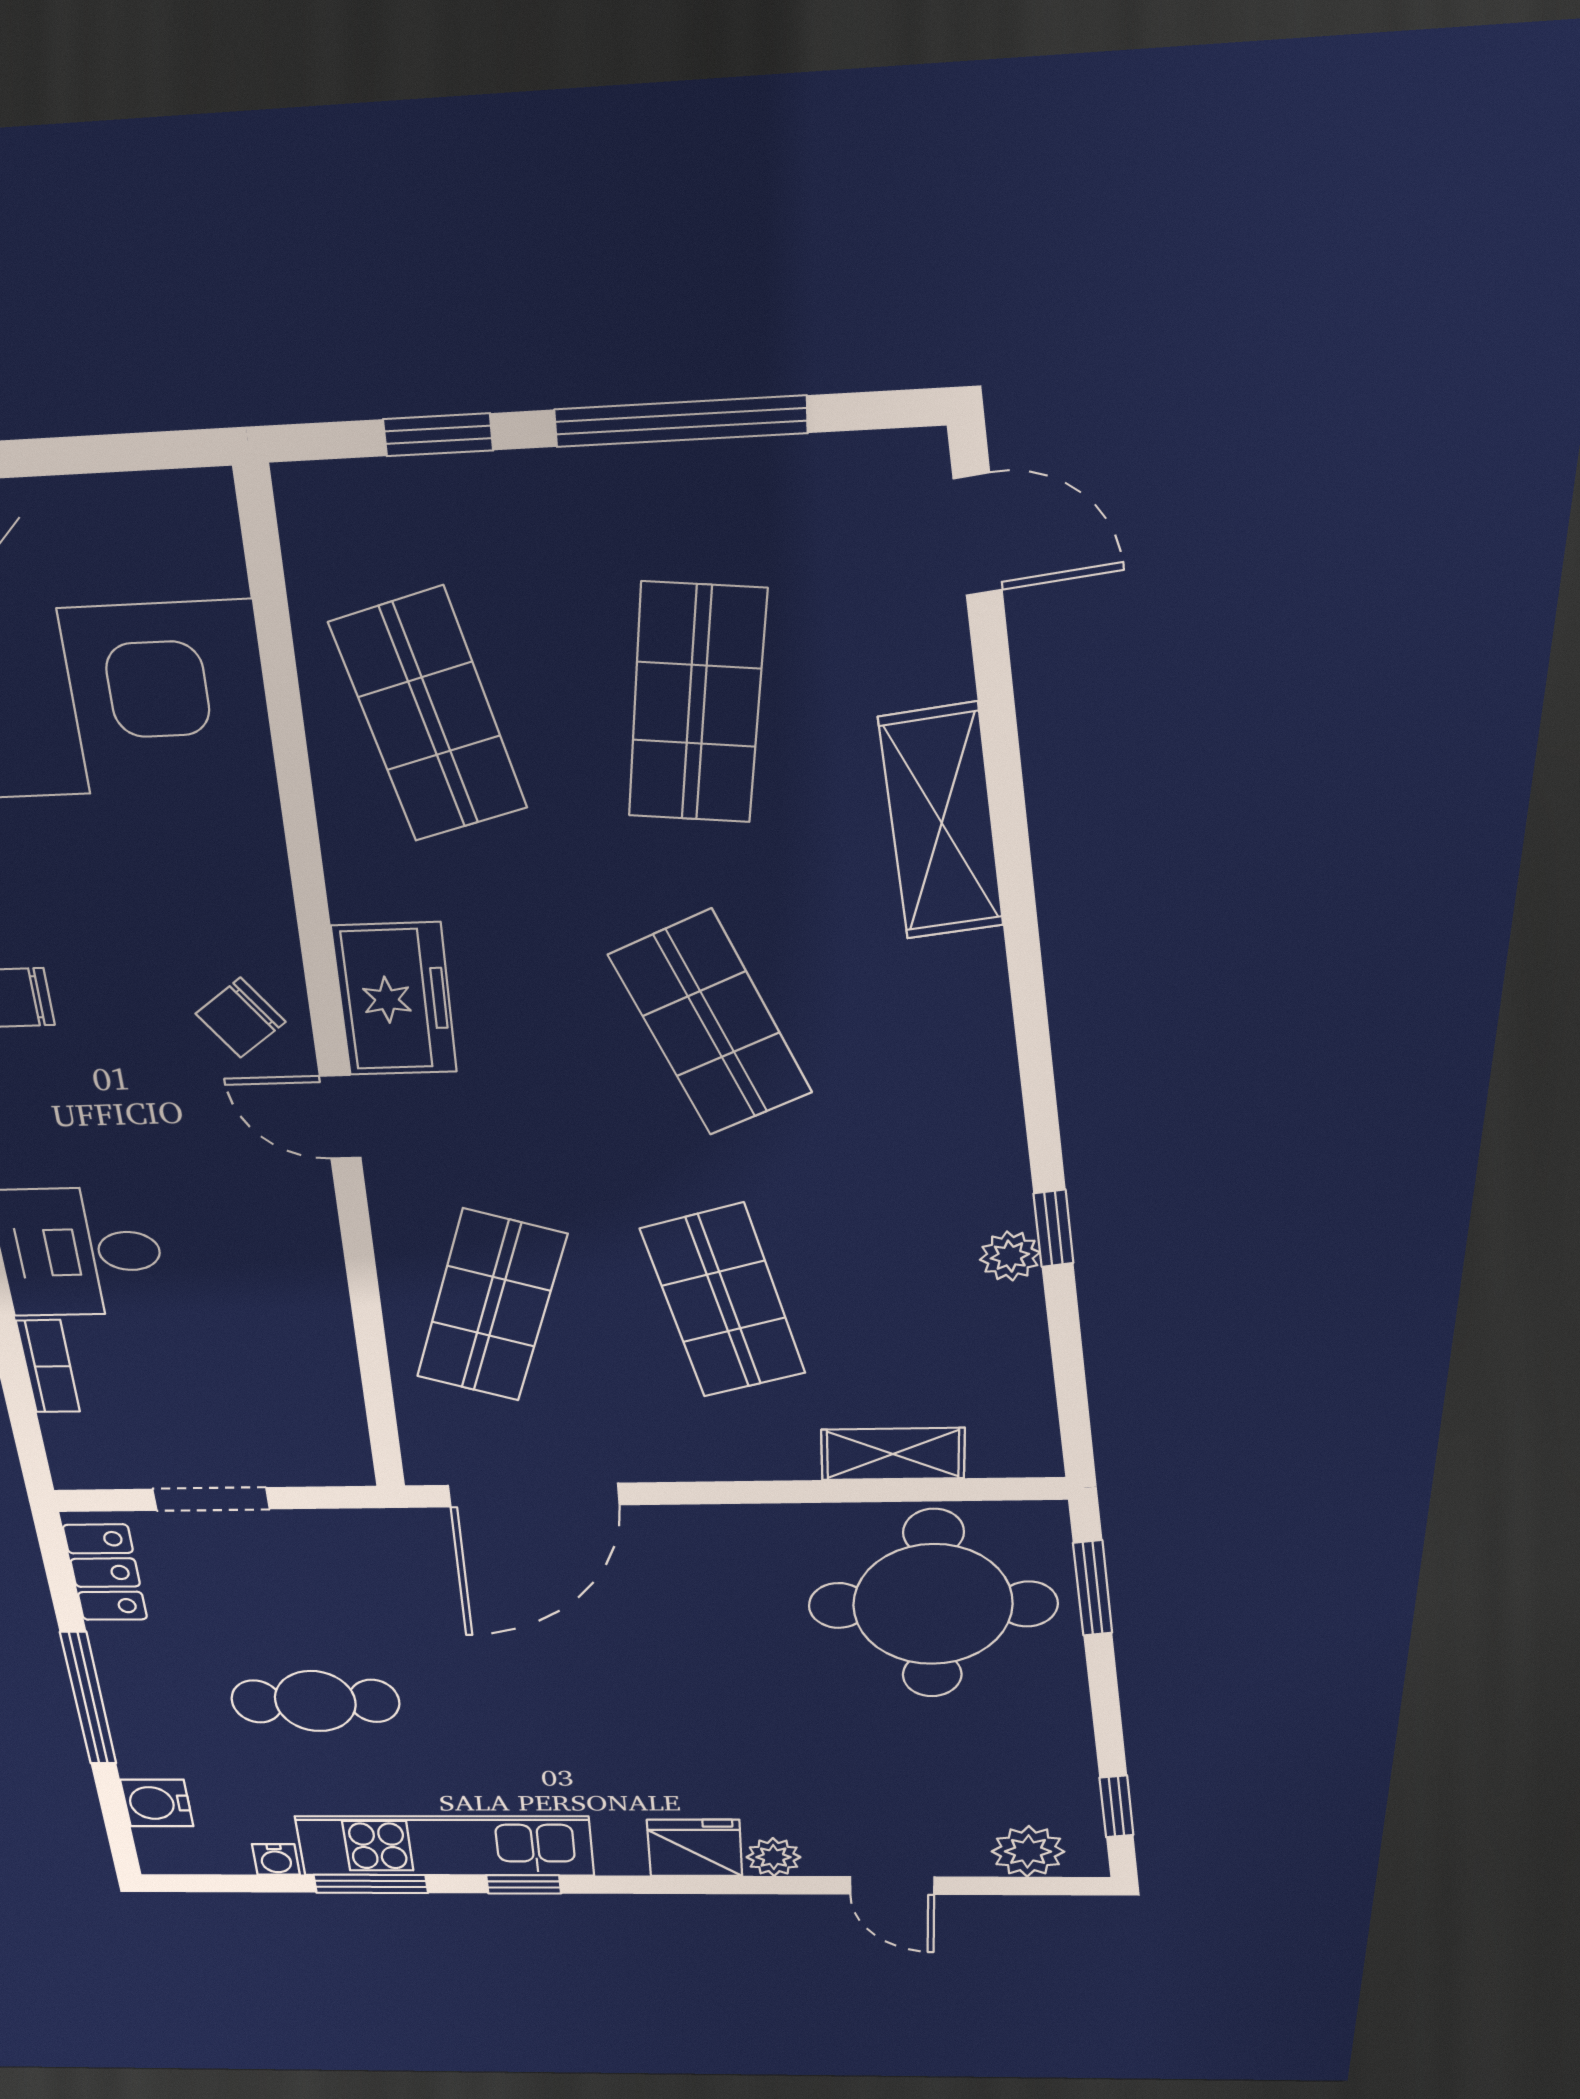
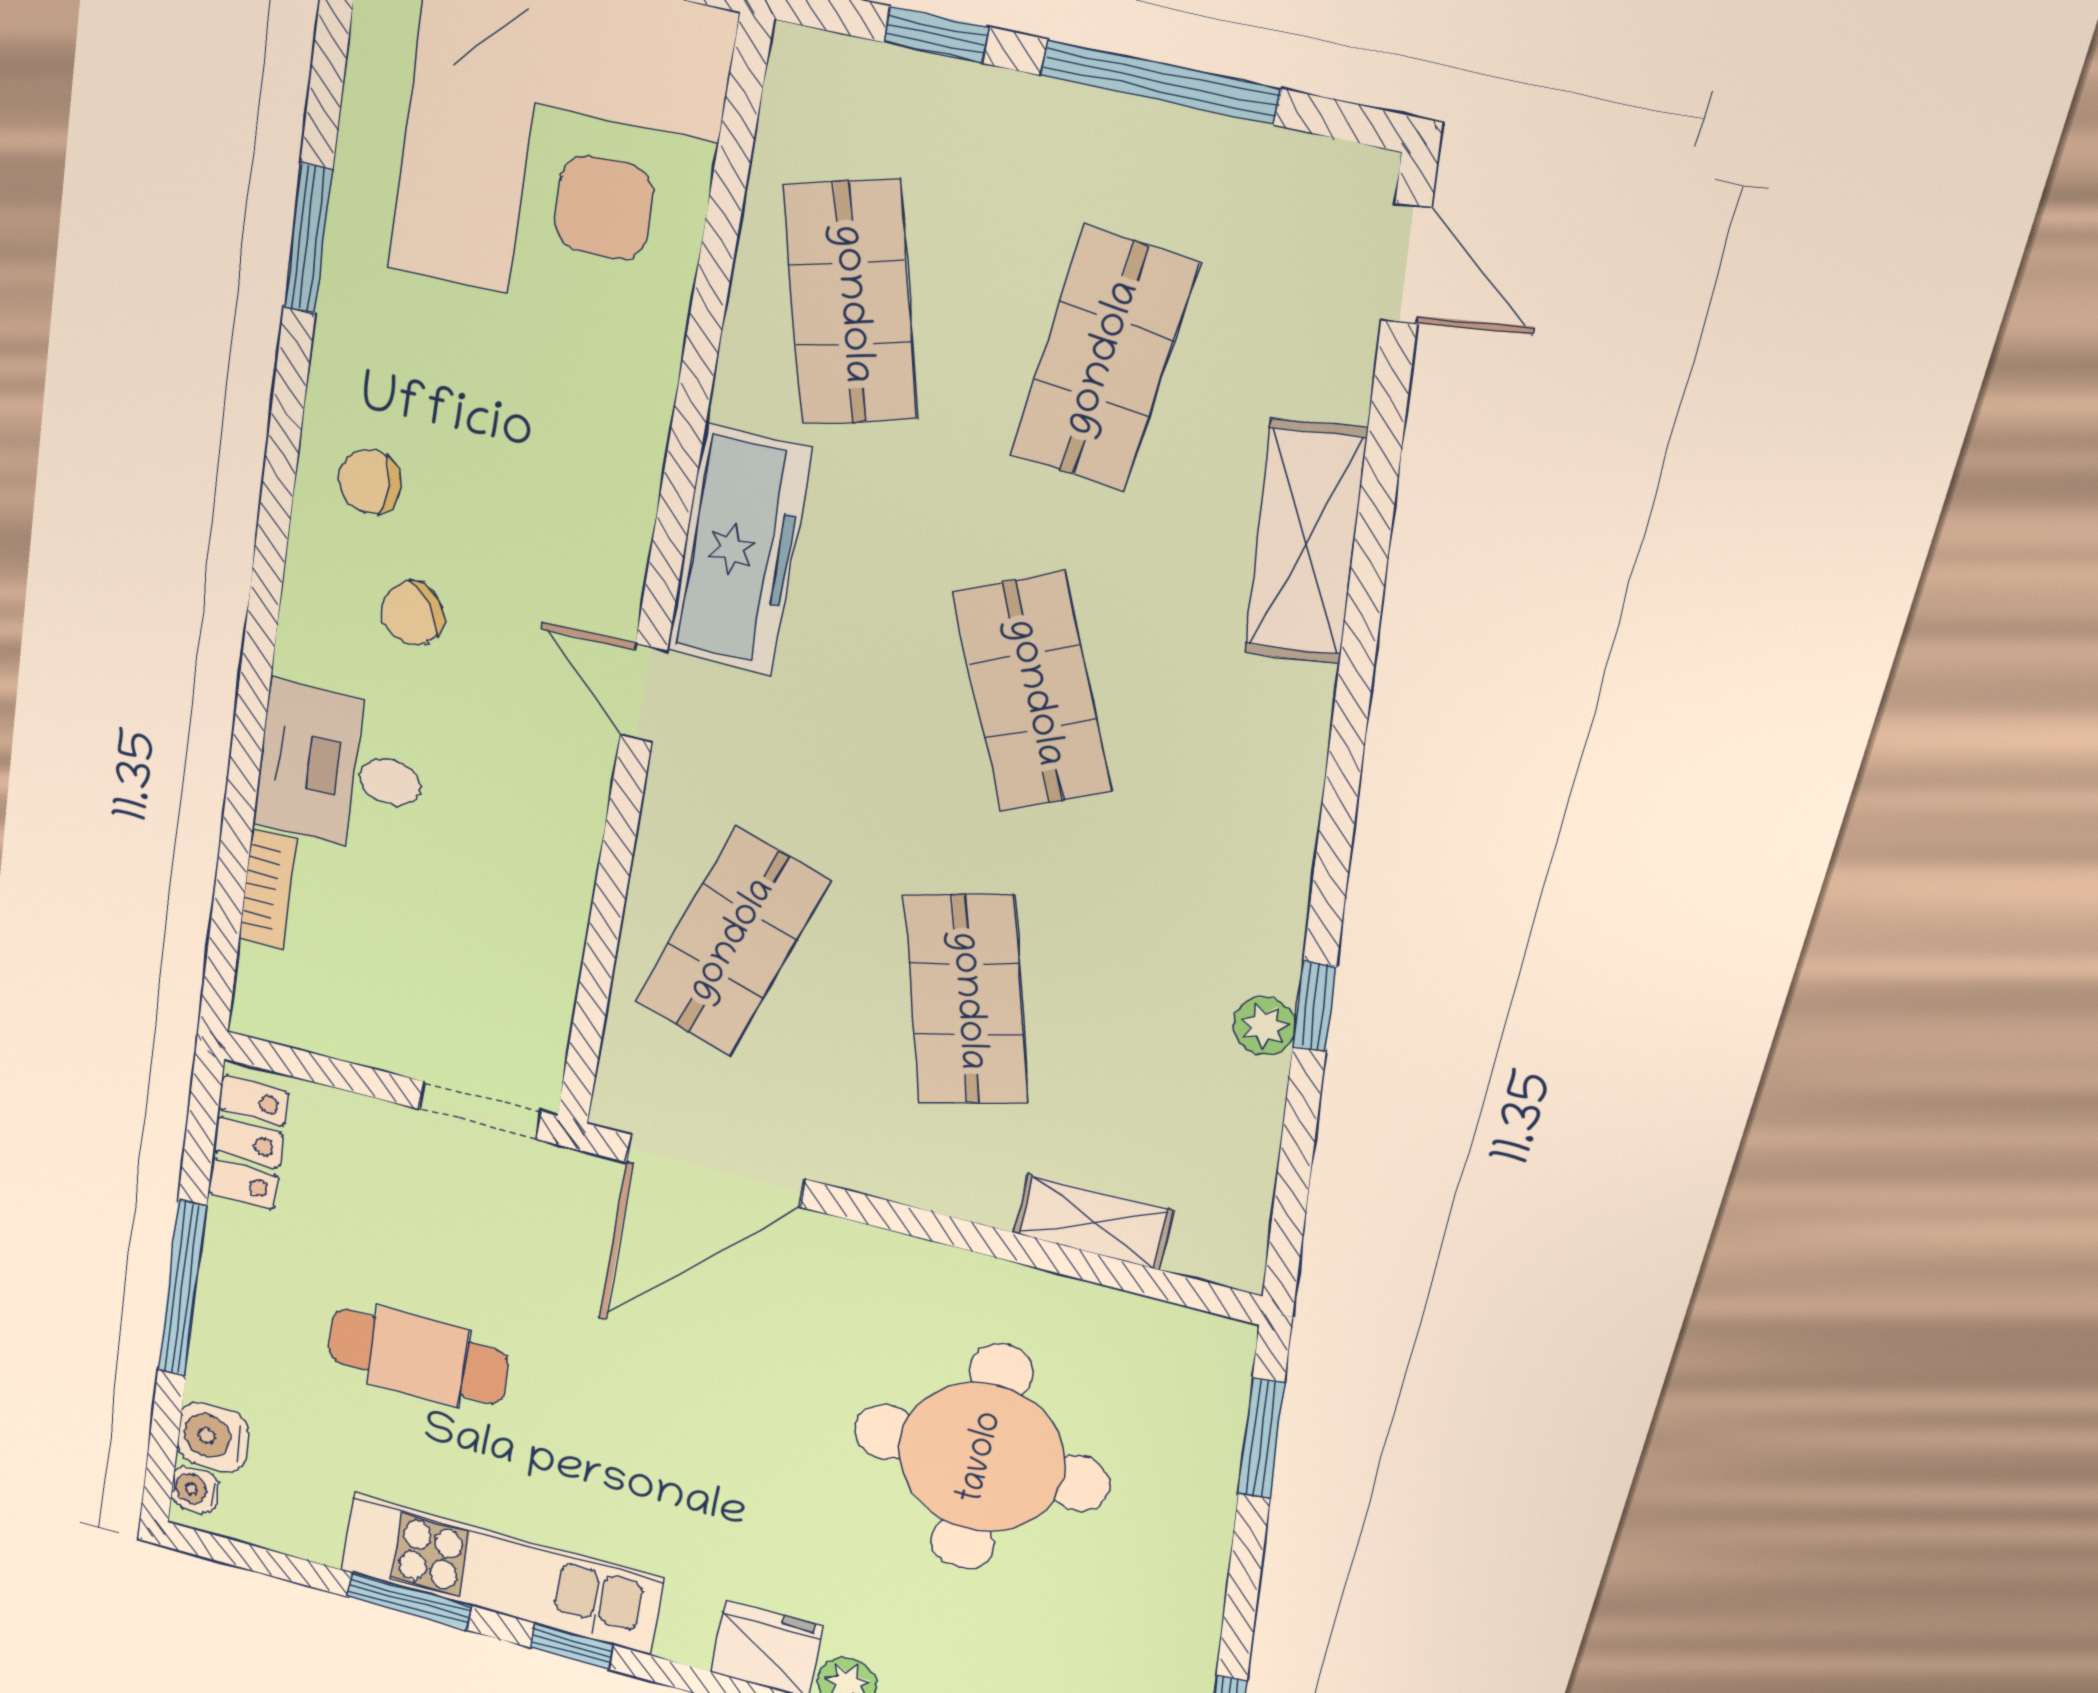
freezer: (395, 1000) -> (739, 550), width x1.40
chair: (241, 1018) -> (413, 613), moved
doorway: (211, 1499) -> (480, 1110), moved
round table: (933, 1605) -> (982, 1458), moved
water cooler: (276, 1859) -> (195, 1490), moved, turned 90

